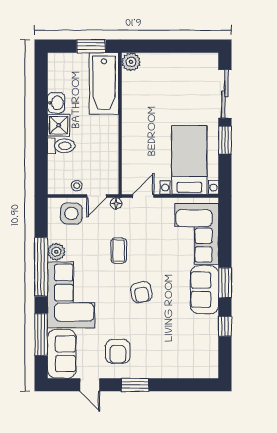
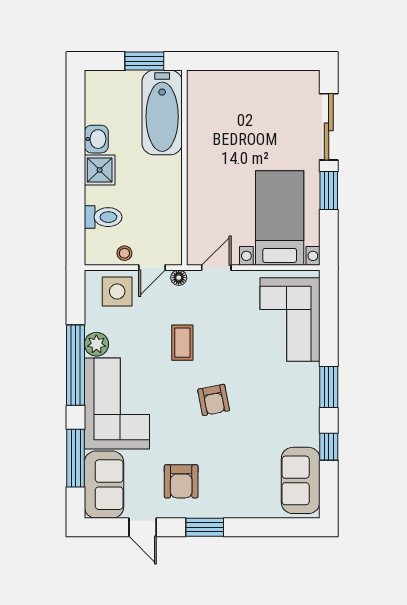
plant: (131, 62) -> (199, 83), removed
toilet: (61, 146) -> (103, 217), moved
sofa: (205, 290) -> (301, 480), moved

